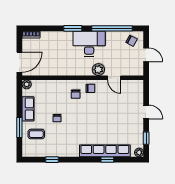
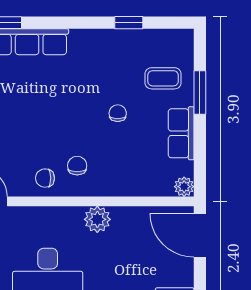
door: (19, 62) -> (200, 235), hinge flipped
plant: (98, 70) -> (97, 219), moved

